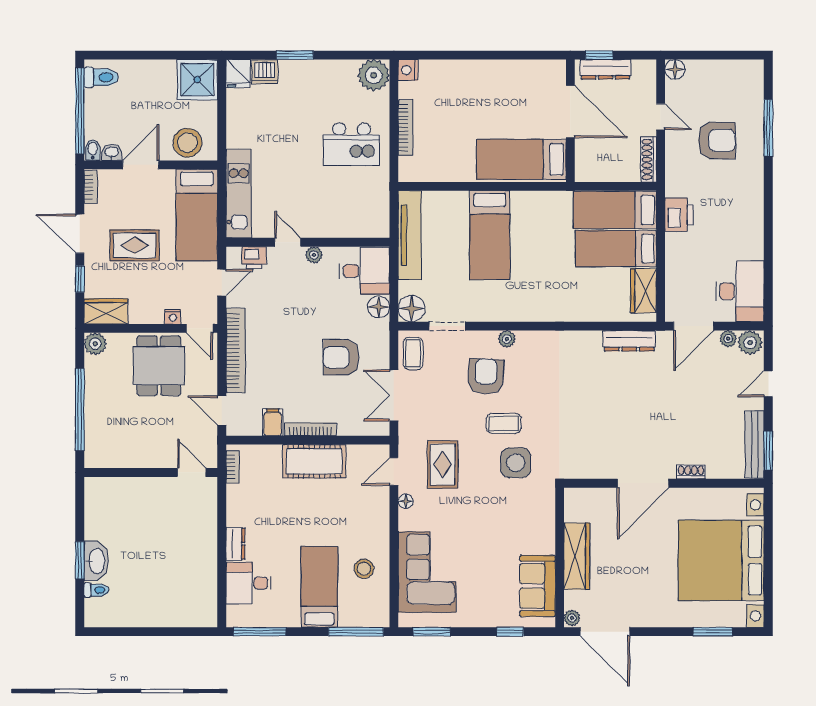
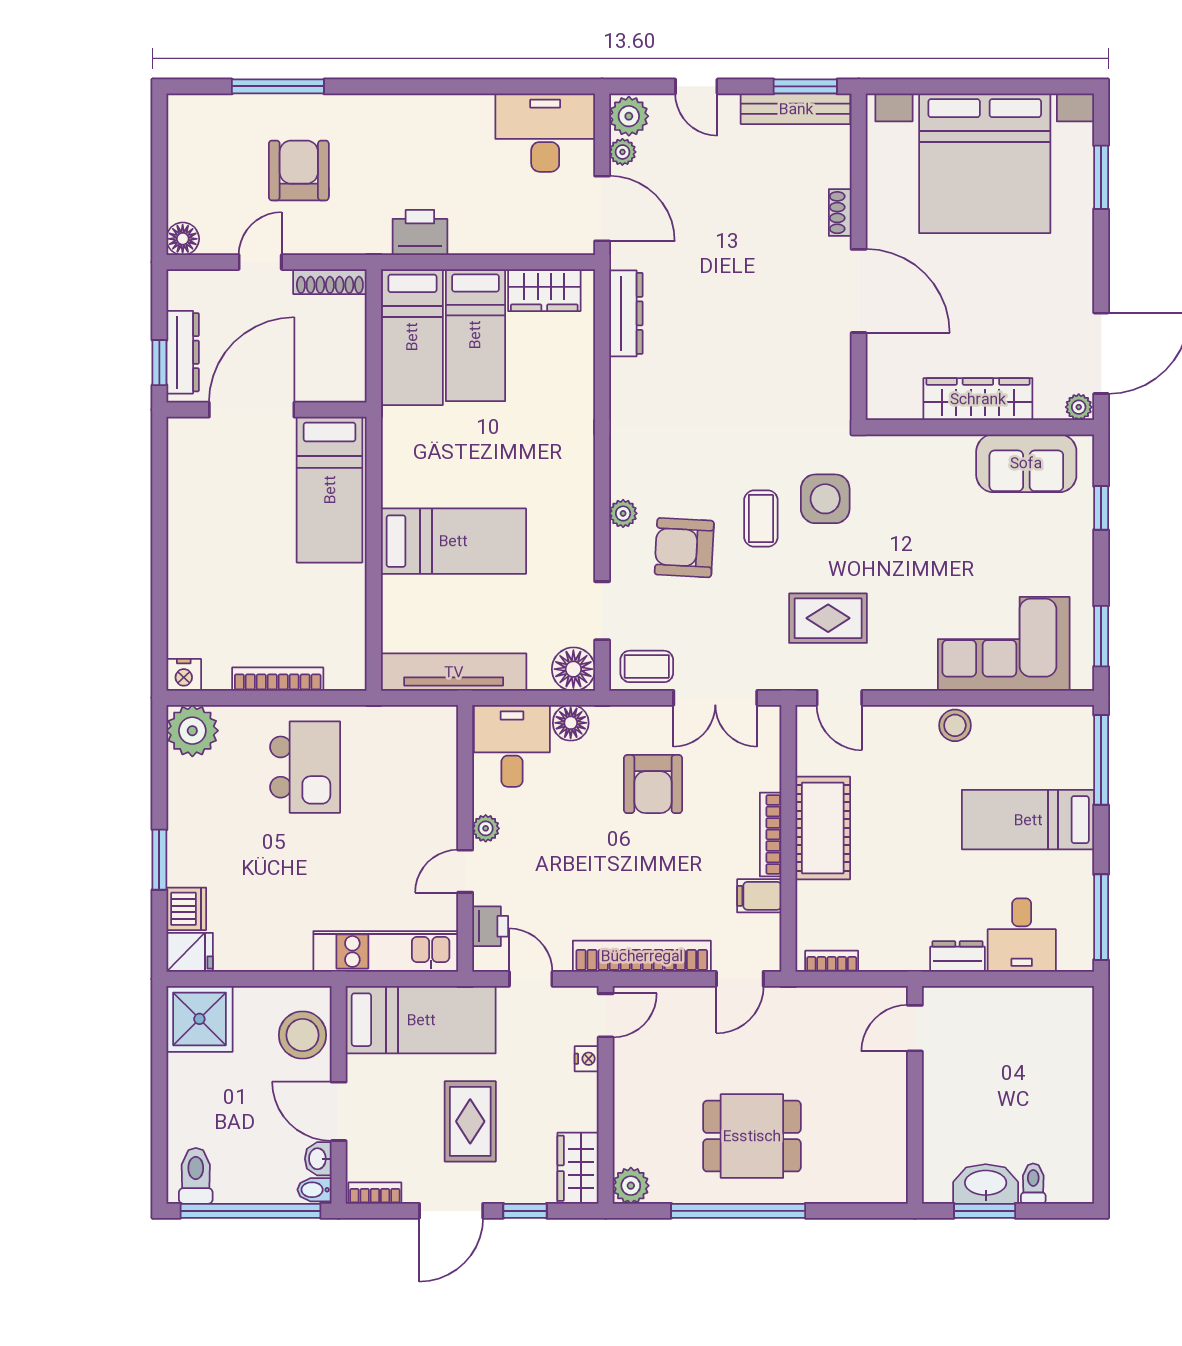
dining table: (159, 366) -> (752, 1136), moved
wall: (151, 472) -> (915, 1095), moved
door: (192, 472) -> (915, 1028), moved
floor lamp: (406, 501) -> (888, 679), removed
stool: (364, 569) -> (955, 725), moved

